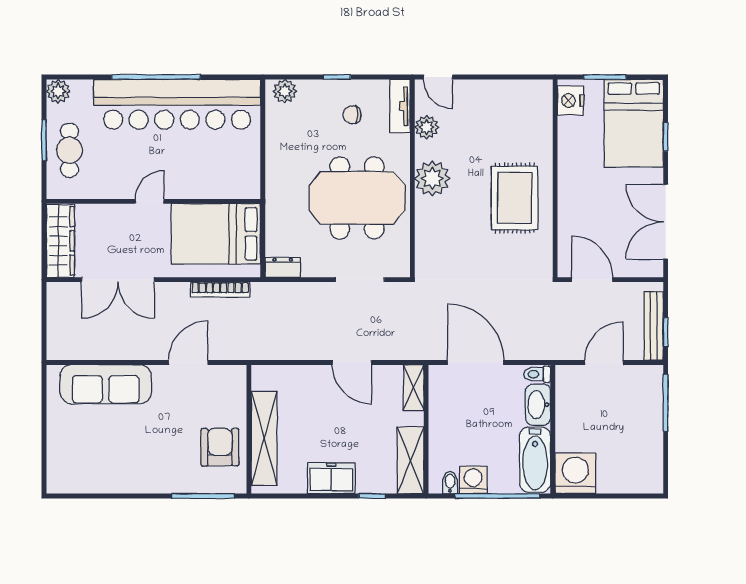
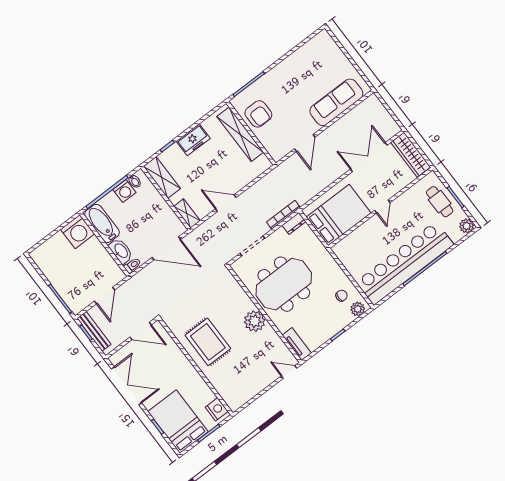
chair: (352, 115) -> (342, 296), moved
plant: (427, 127) -> (276, 344), removed
bookcase: (220, 290) -> (283, 215), moved

